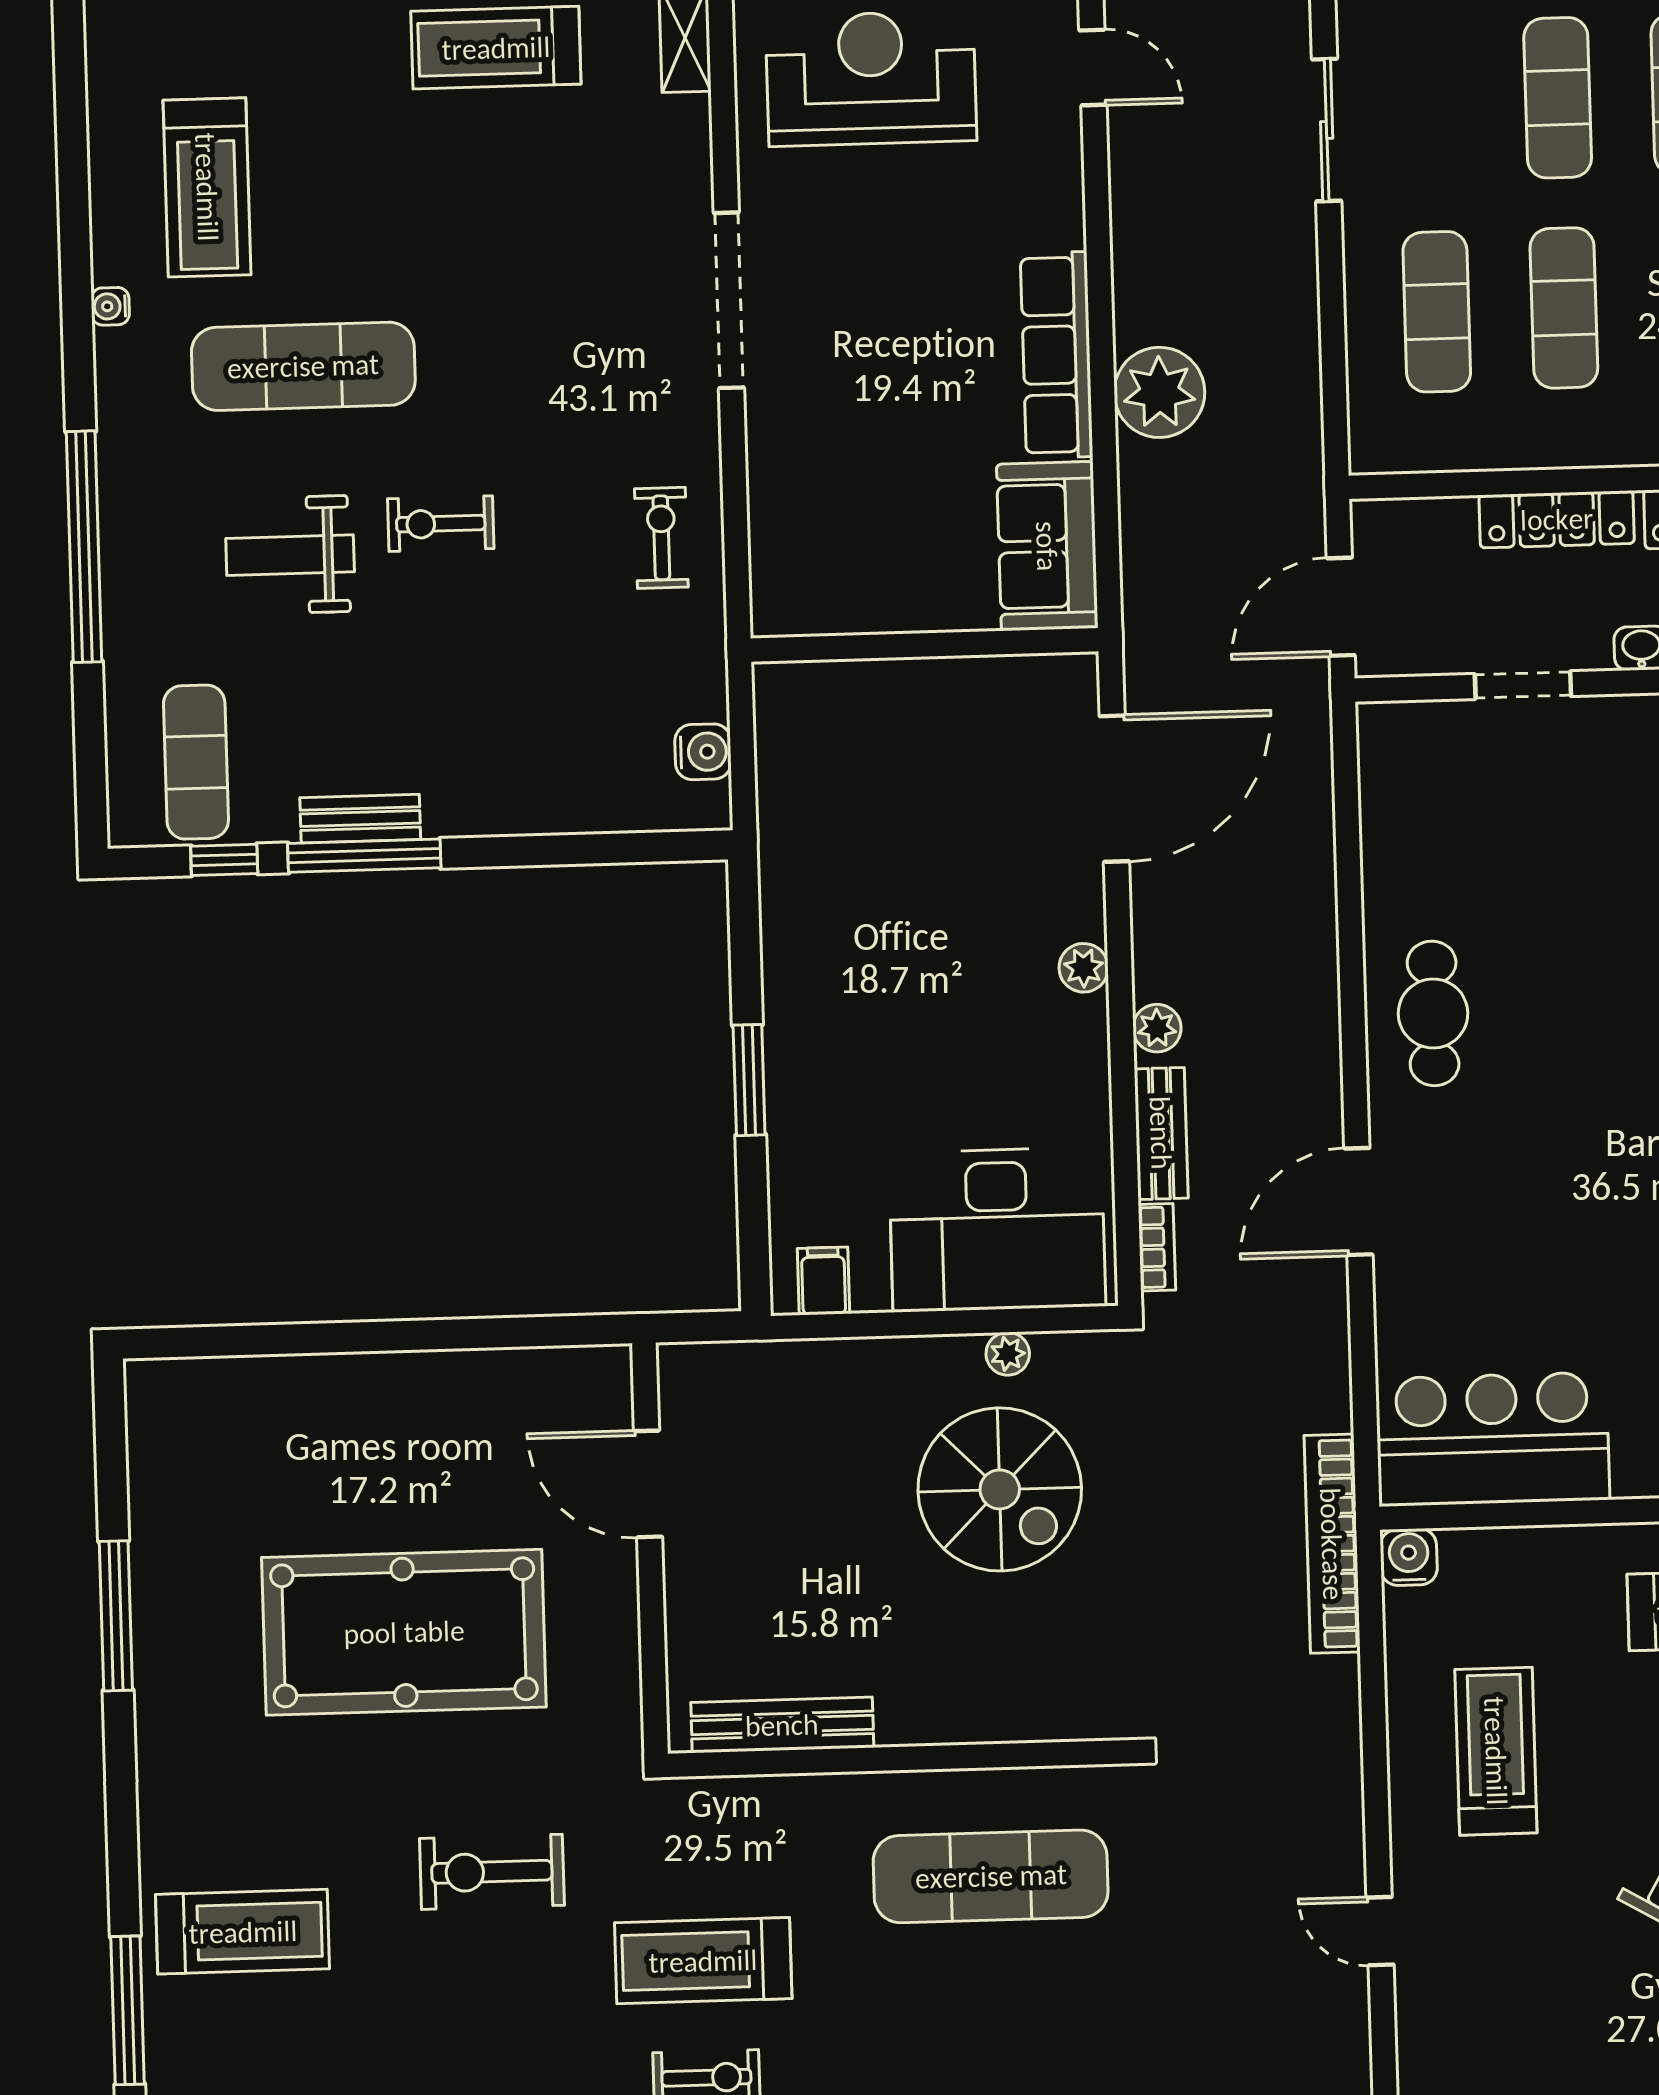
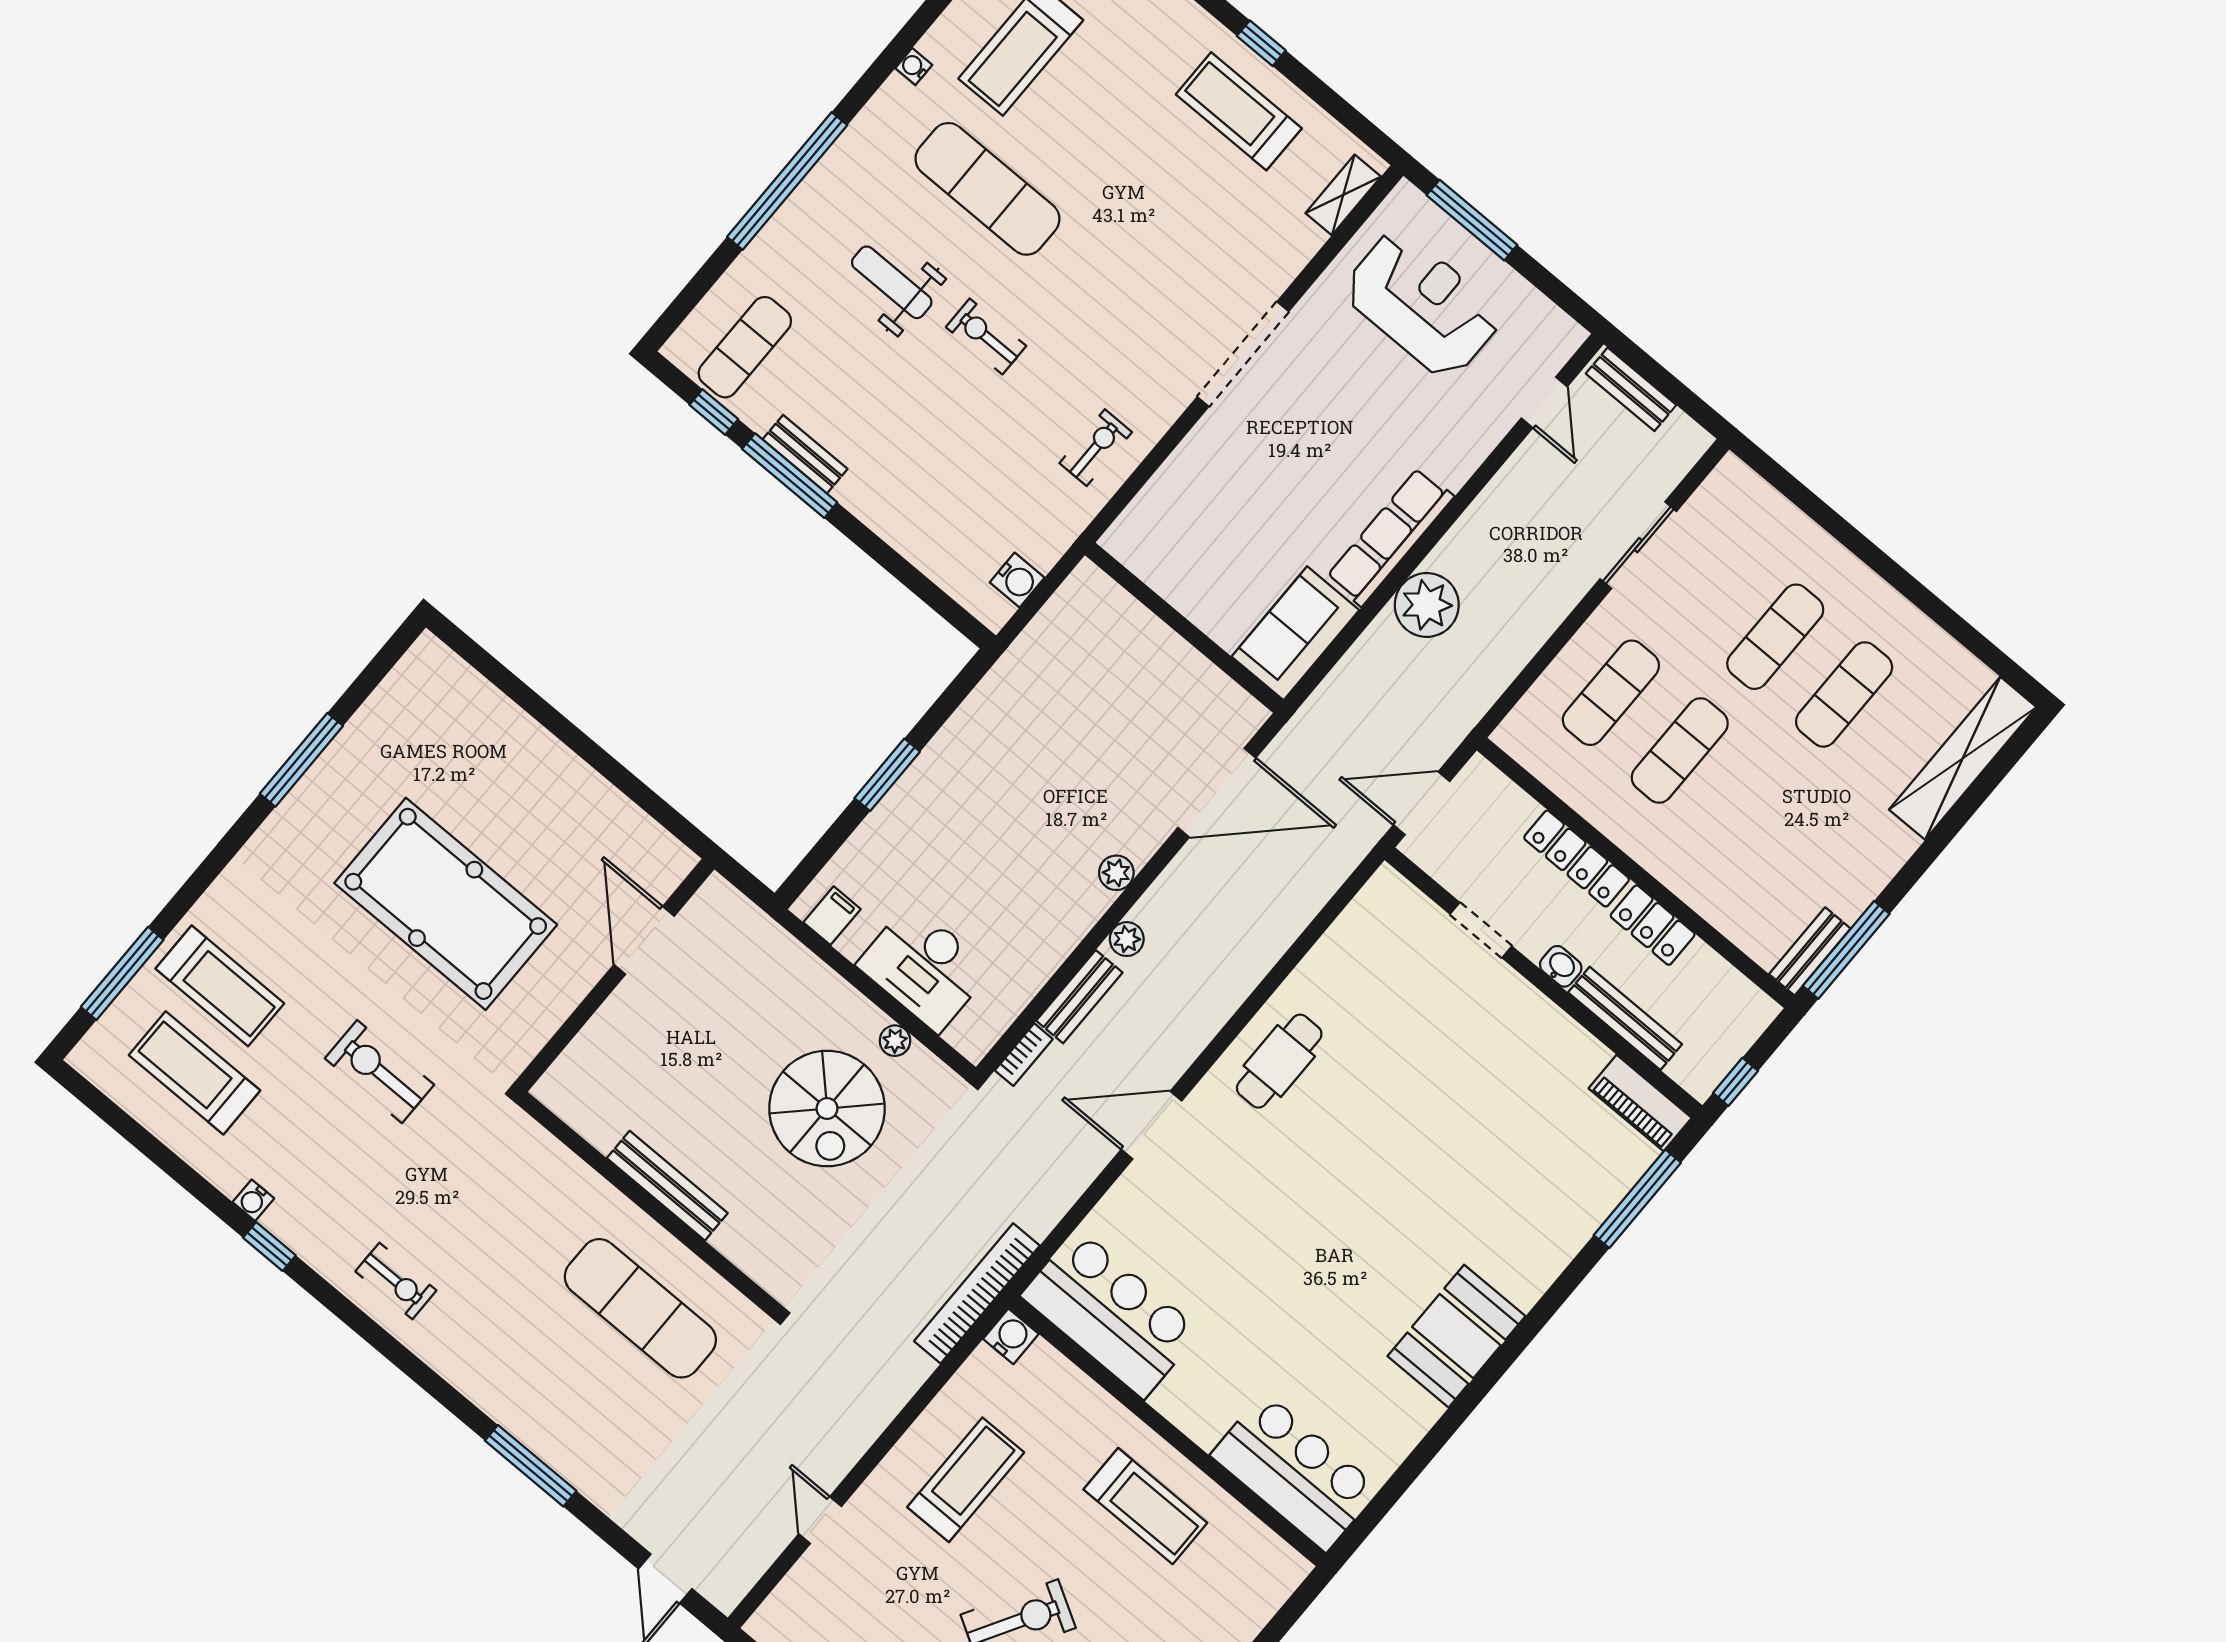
desk: (997, 1230) -> (924, 967), width x0.73, depth x0.77
bench: (782, 1725) -> (667, 1186), moved
treadmill: (703, 1961) -> (195, 1073), moved

